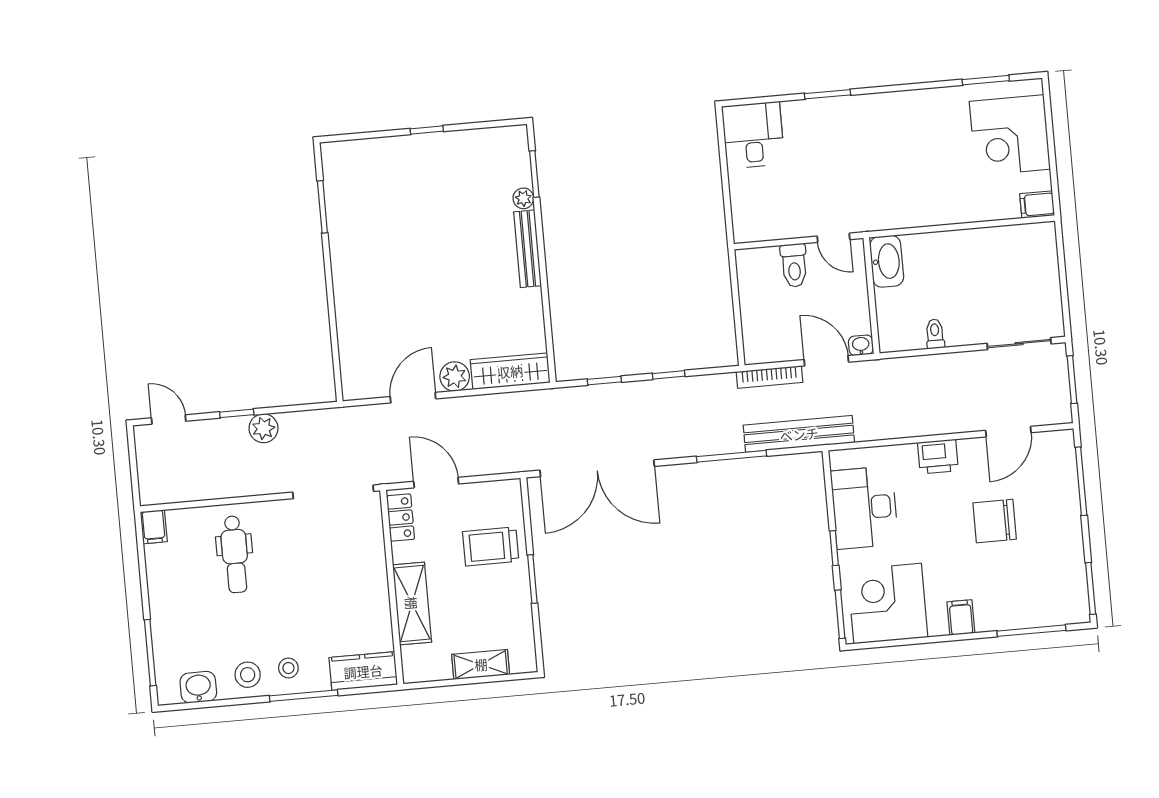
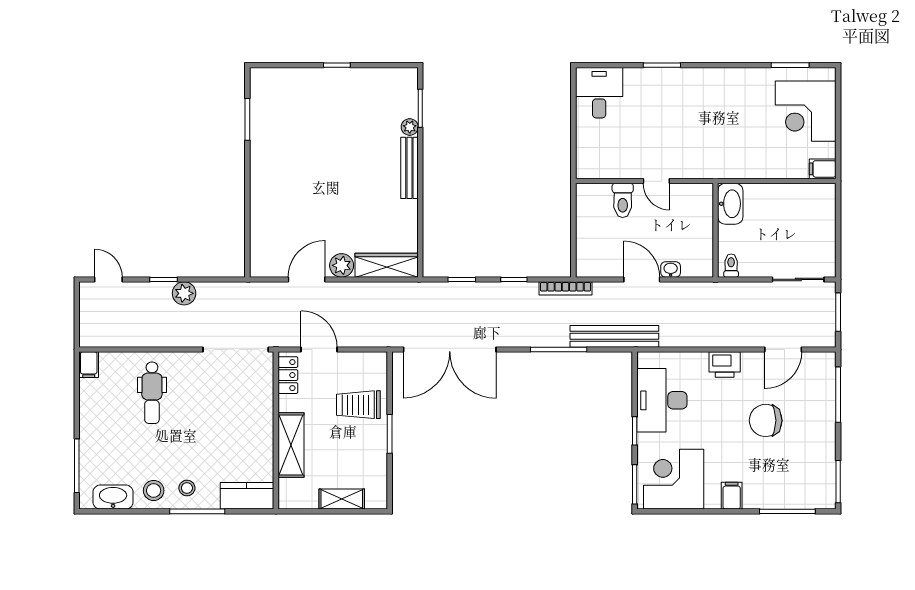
washbasin: (887, 261) -> (730, 204), moved
wall: (871, 296) -> (716, 230), moved
bookcase: (769, 377) -> (566, 288), moved
washbasin: (198, 687) -> (113, 497), width x1.38

